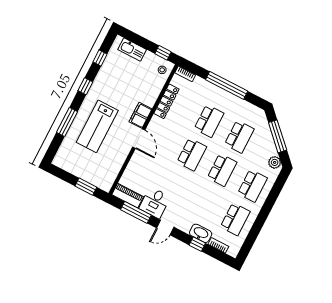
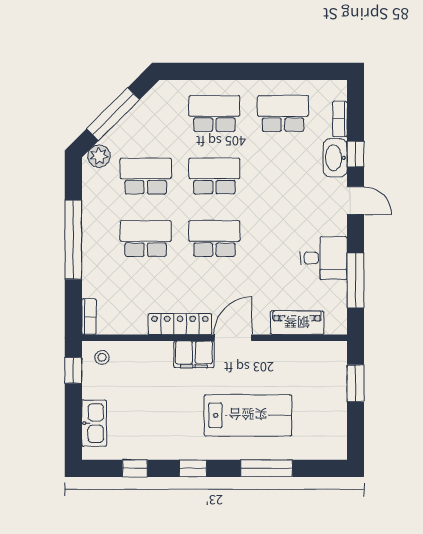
locker: (166, 101) -> (180, 324), moved
plant: (275, 162) -> (99, 156), moved
piano: (128, 196) -> (297, 323), moved, turned 90
door: (165, 228) -> (355, 201), moved

